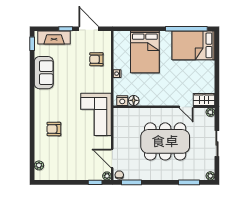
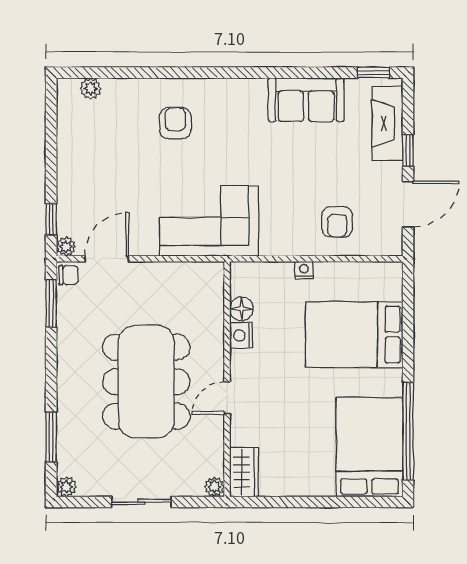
armchair: (96, 59) -> (337, 222), turned 180
nightstand: (122, 101) -> (241, 335), moved
door: (186, 107) -> (227, 398), moved

